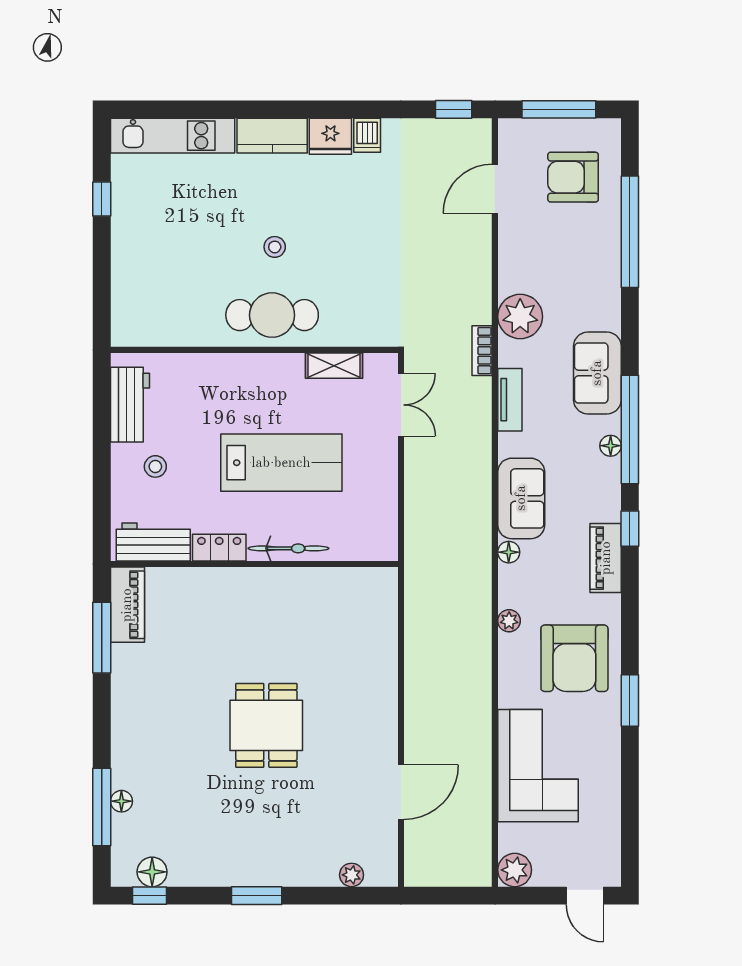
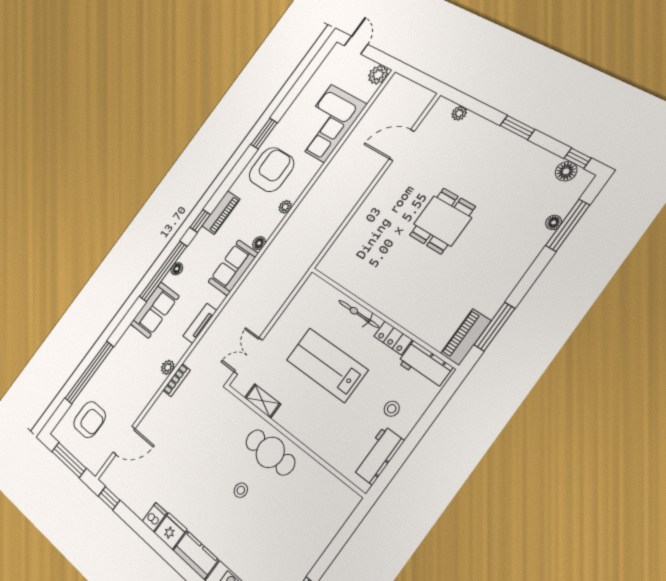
plant: (520, 317) -> (168, 367), width x0.53, depth x0.53
bookcase: (482, 351) -> (176, 380), moved

